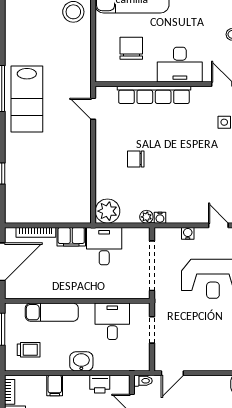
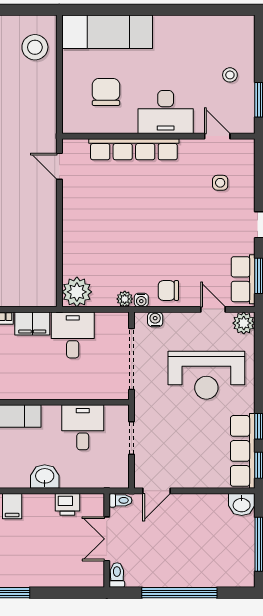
chair: (136, 159) -> (168, 291), moved
water cooler: (188, 233) -> (155, 319), moved

